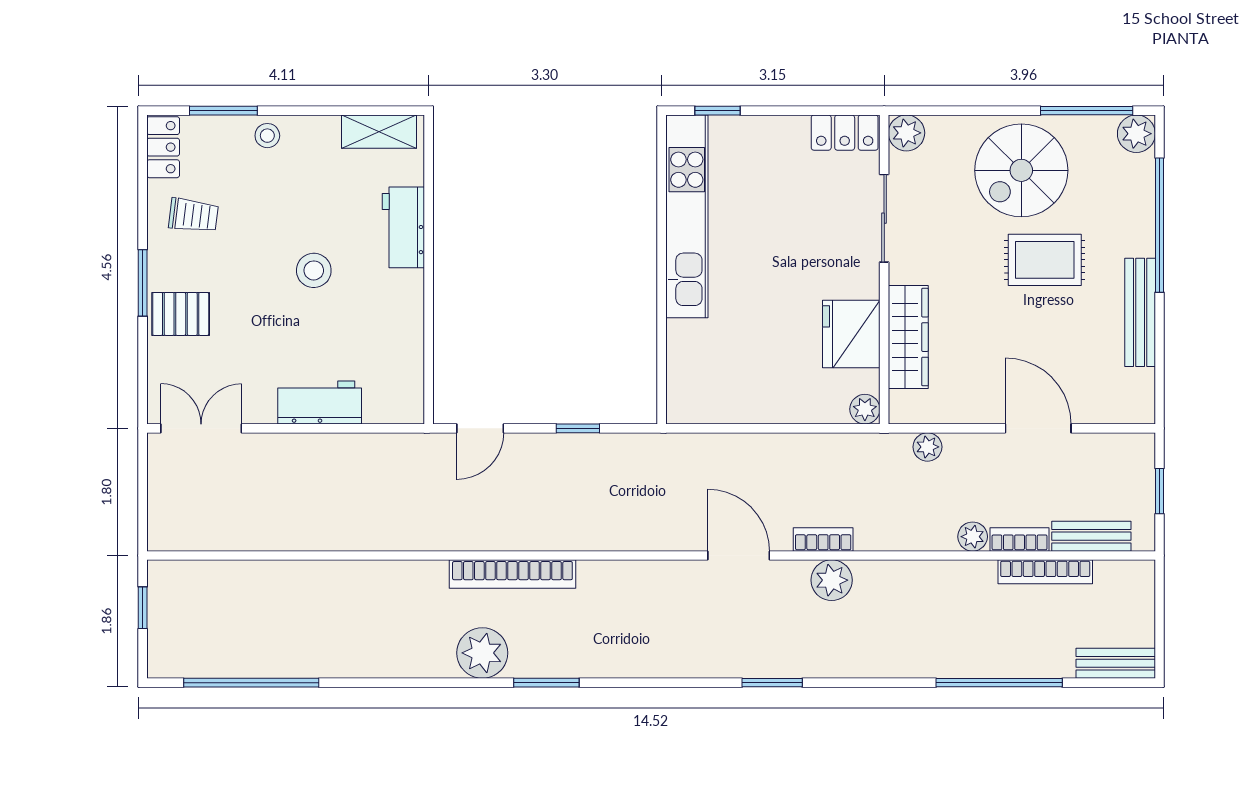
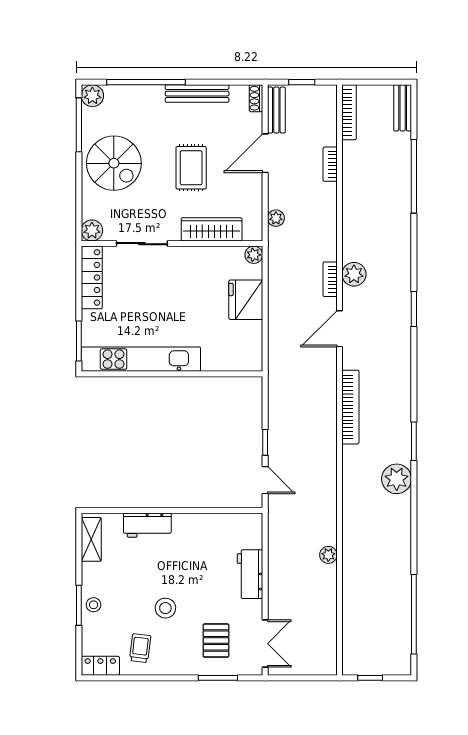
window: (223, 111) -> (79, 605), moved
window: (718, 111) -> (79, 341), width x1.50
locker: (845, 133) -> (92, 277), width x1.53
rug: (1045, 260) -> (191, 168), moved
stool: (314, 270) -> (165, 608), moved
window: (143, 283) -> (218, 678), moved
pallet: (181, 314) -> (216, 640), moved
fridge: (851, 334) -> (246, 300), moved, turned 90
shoe rack: (1132, 413) -> (256, 98), added
double door: (201, 428) -> (265, 644), swing flipped
window: (578, 428) -> (265, 442), moved
bench: (1091, 536) -> (276, 110), moved
plant: (973, 537) -> (328, 555), moved
bookcase: (1045, 572) -> (349, 112), moved
bookcase: (512, 574) -> (350, 407), moved

